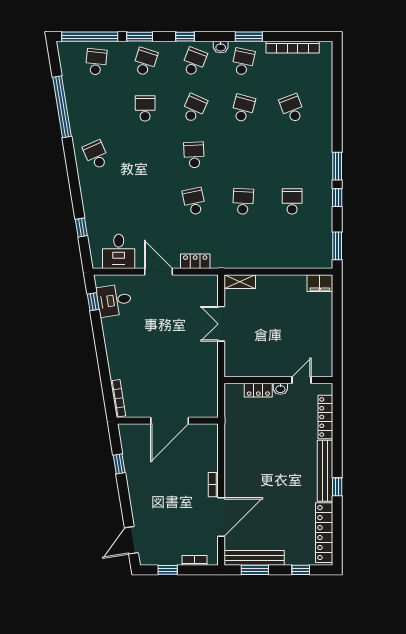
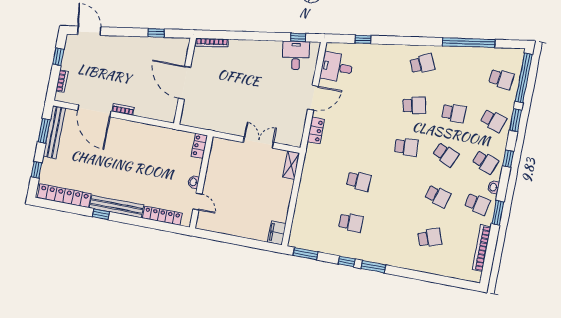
school desk: (194, 201) -> (414, 105), moved
locker: (258, 390) -> (199, 146), moved

